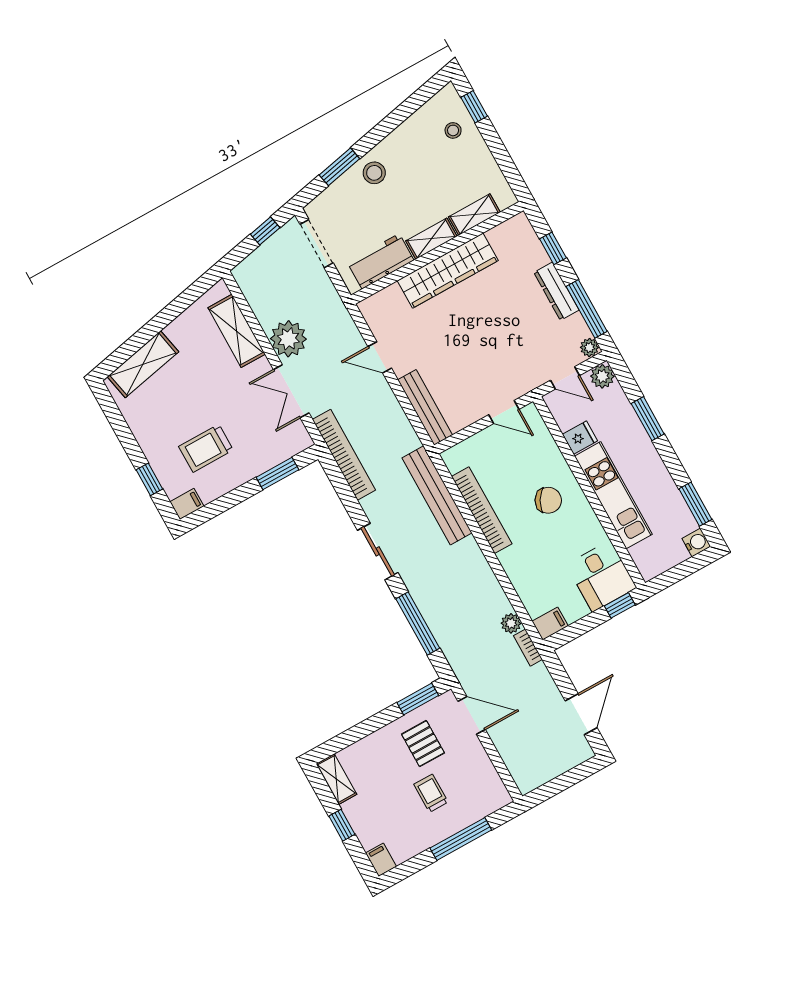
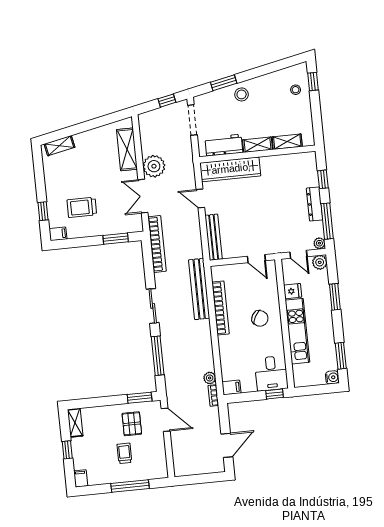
wardrobe: (448, 271) -> (230, 169), moved
shelving: (143, 364) -> (59, 146), width x0.67, depth x0.75

